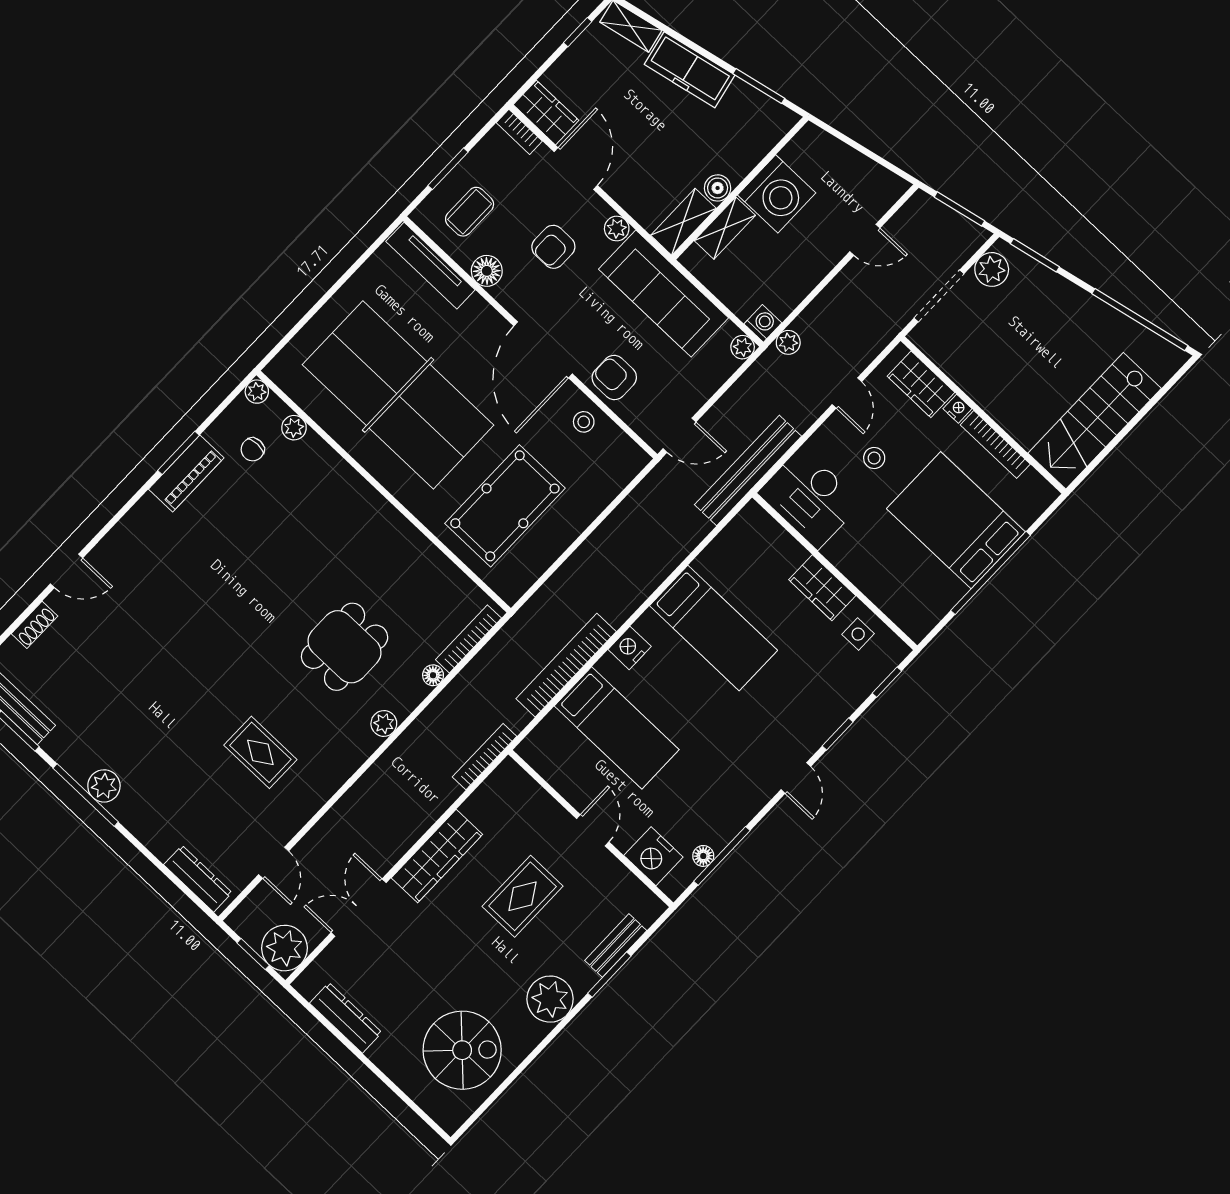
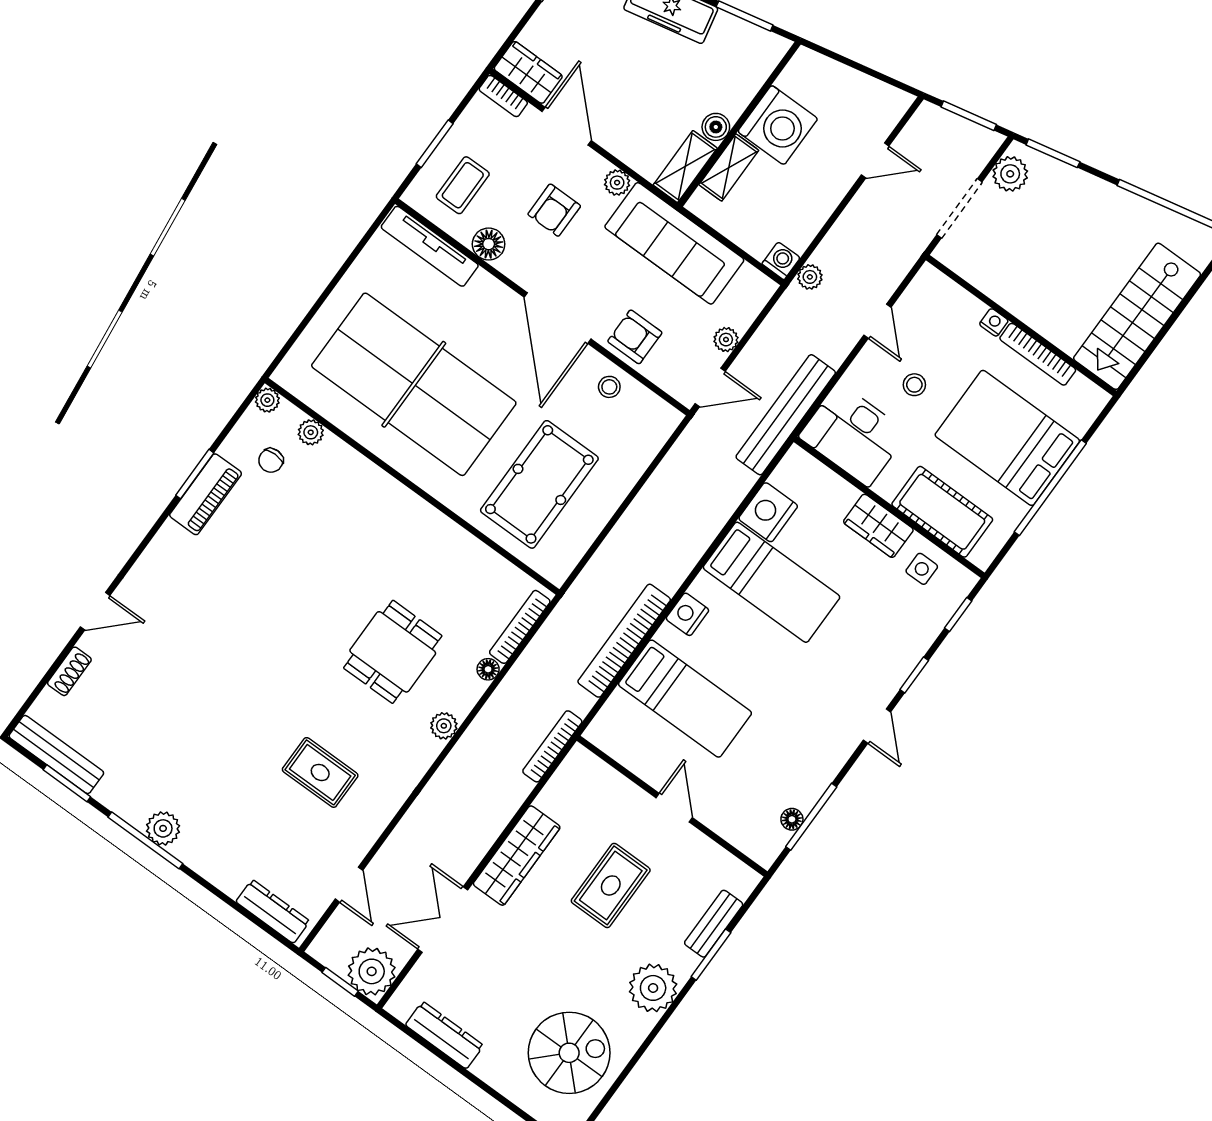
plant: (743, 347) -> (726, 340), moved
wardrobe: (921, 384) -> (953, 302), removed
cot: (885, 582) -> (942, 512), added
nightstand: (653, 856) -> (768, 512), moved, turned 90

